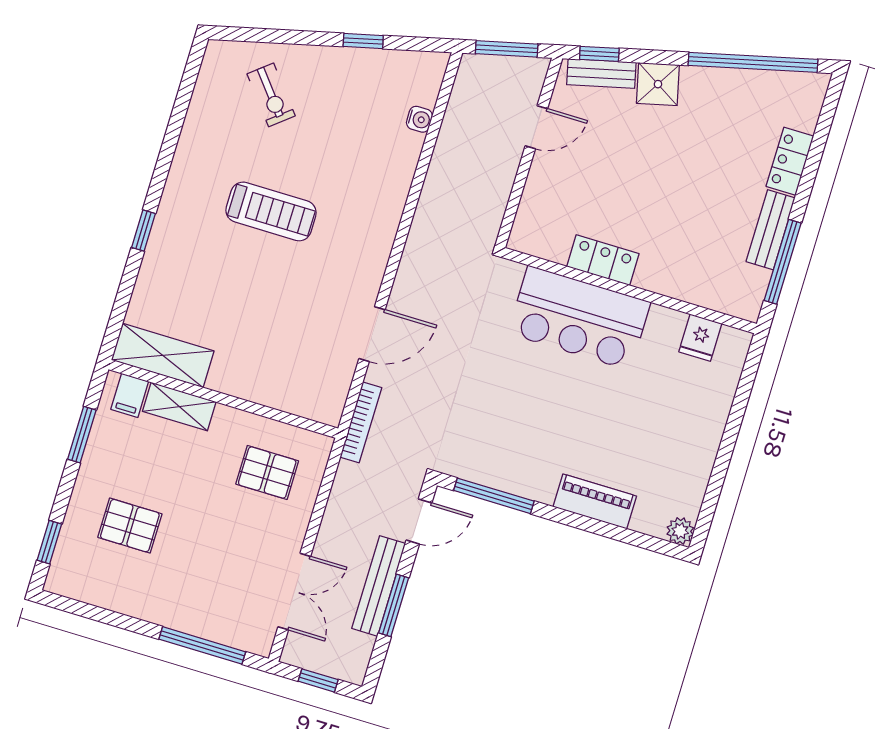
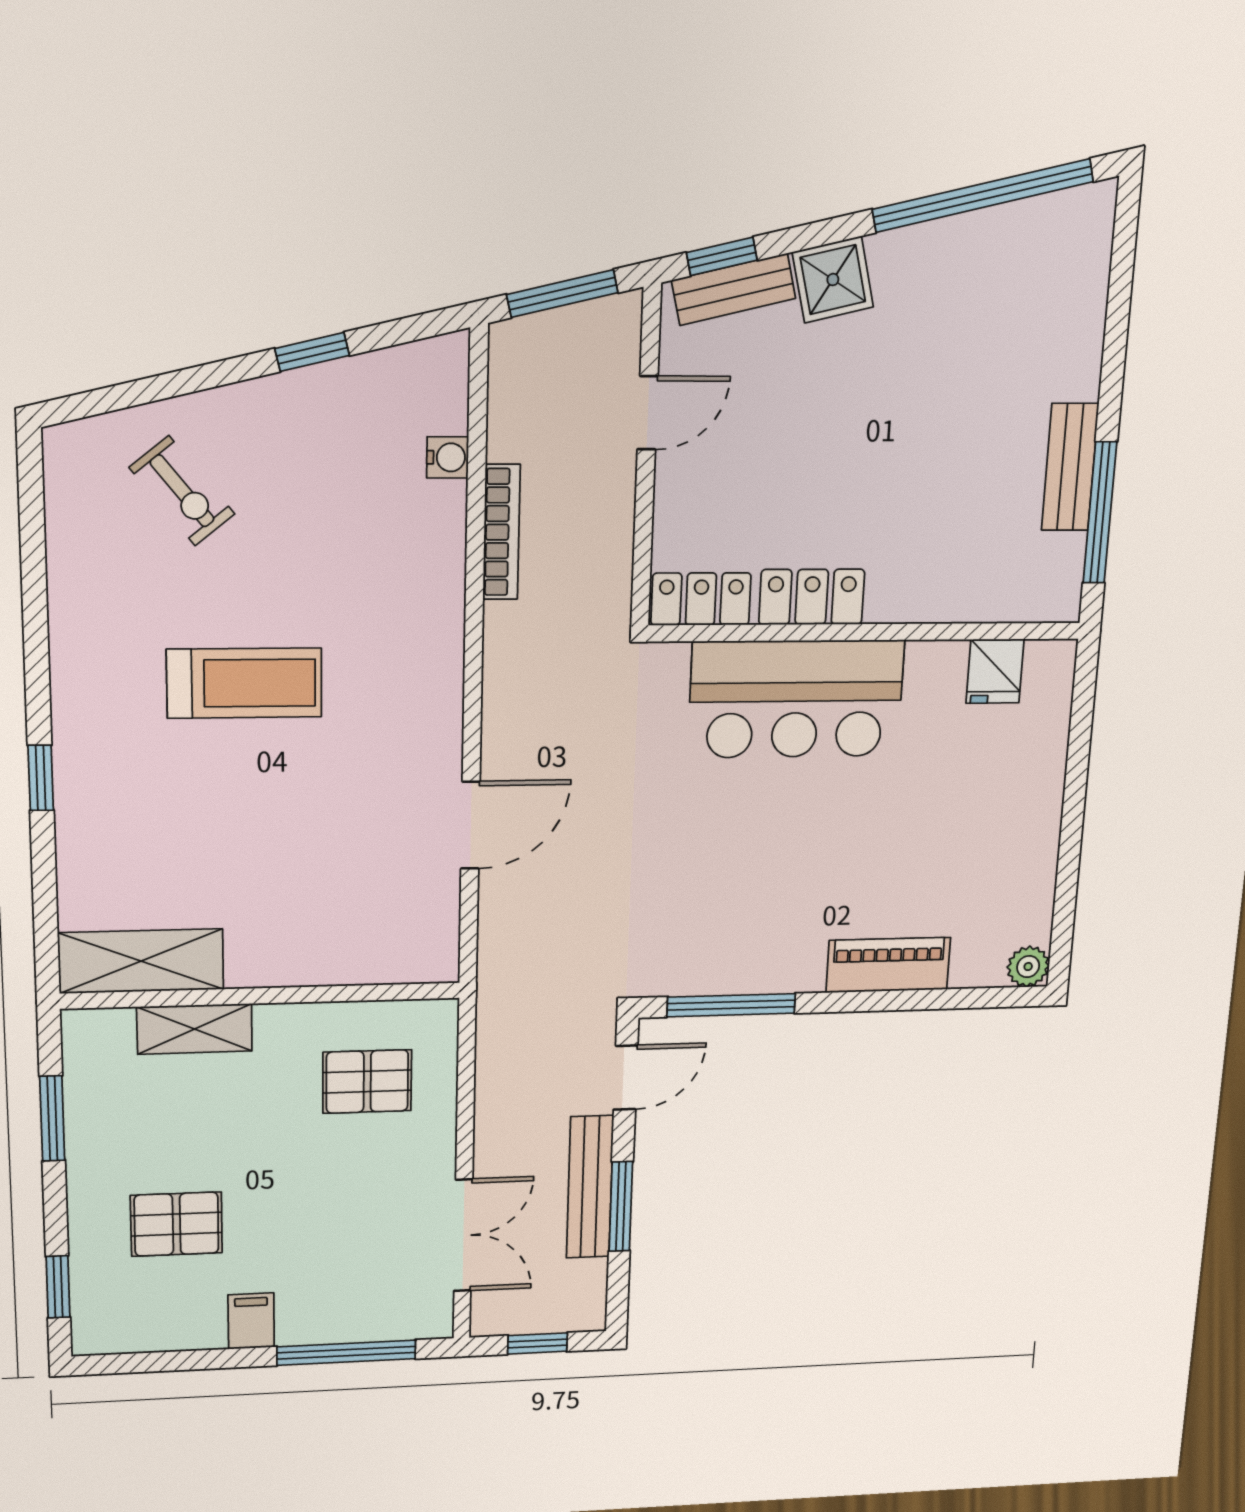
locker: (790, 161) -> (701, 599), moved, turned 90
filing cabinet: (130, 395) -> (251, 1321), moved, turned 180
bookcase: (361, 422) -> (501, 532), moved

